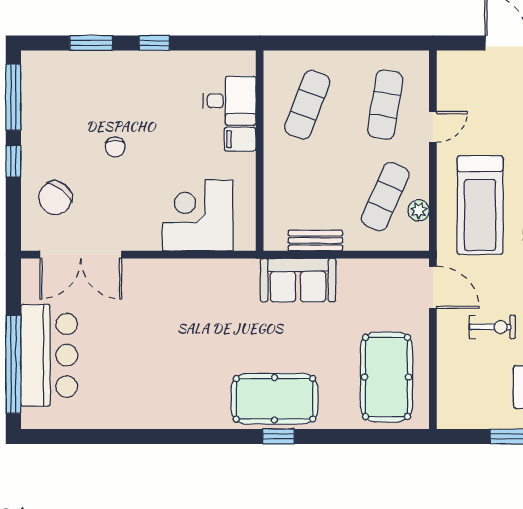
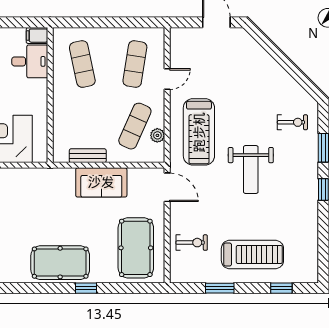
exercise mat: (307, 105) -> (82, 64), turned -33
filing cabinet: (240, 139) -> (37, 36), moved
sofa: (298, 280) -> (101, 182), moved
exercise bike: (492, 327) -> (192, 243), moved
window: (279, 436) -> (86, 288), moved

